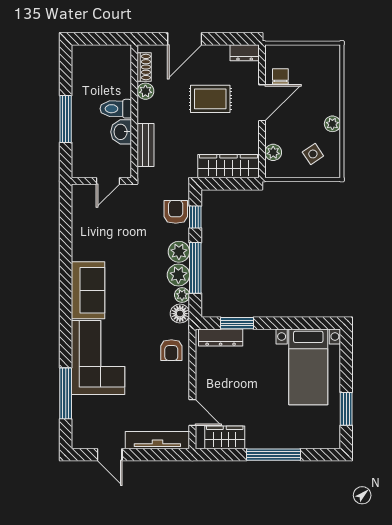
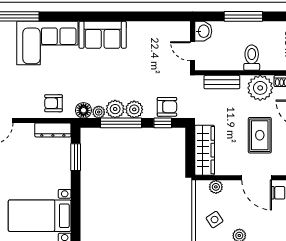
plant: (145, 91) -> (260, 88), width x1.87, depth x1.87
washbasin: (121, 132) -> (203, 31), moved, turned 90
dresser: (221, 337) -> (53, 130), moved, turned -90

